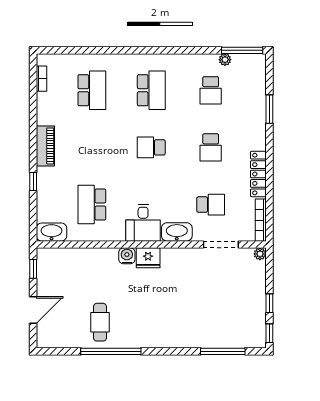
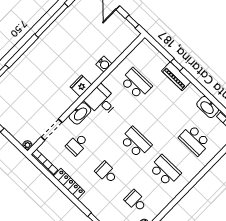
school desk: (151, 90) -> (165, 171), turned 180
piano: (45, 146) -> (176, 76), moved
school desk: (151, 147) -> (136, 142), width x1.85
washbasin: (51, 232) -> (208, 107), moved, turned 90
water cooler: (127, 256) -> (104, 64), moved
cafe table: (100, 322) -> (72, 29), removed

